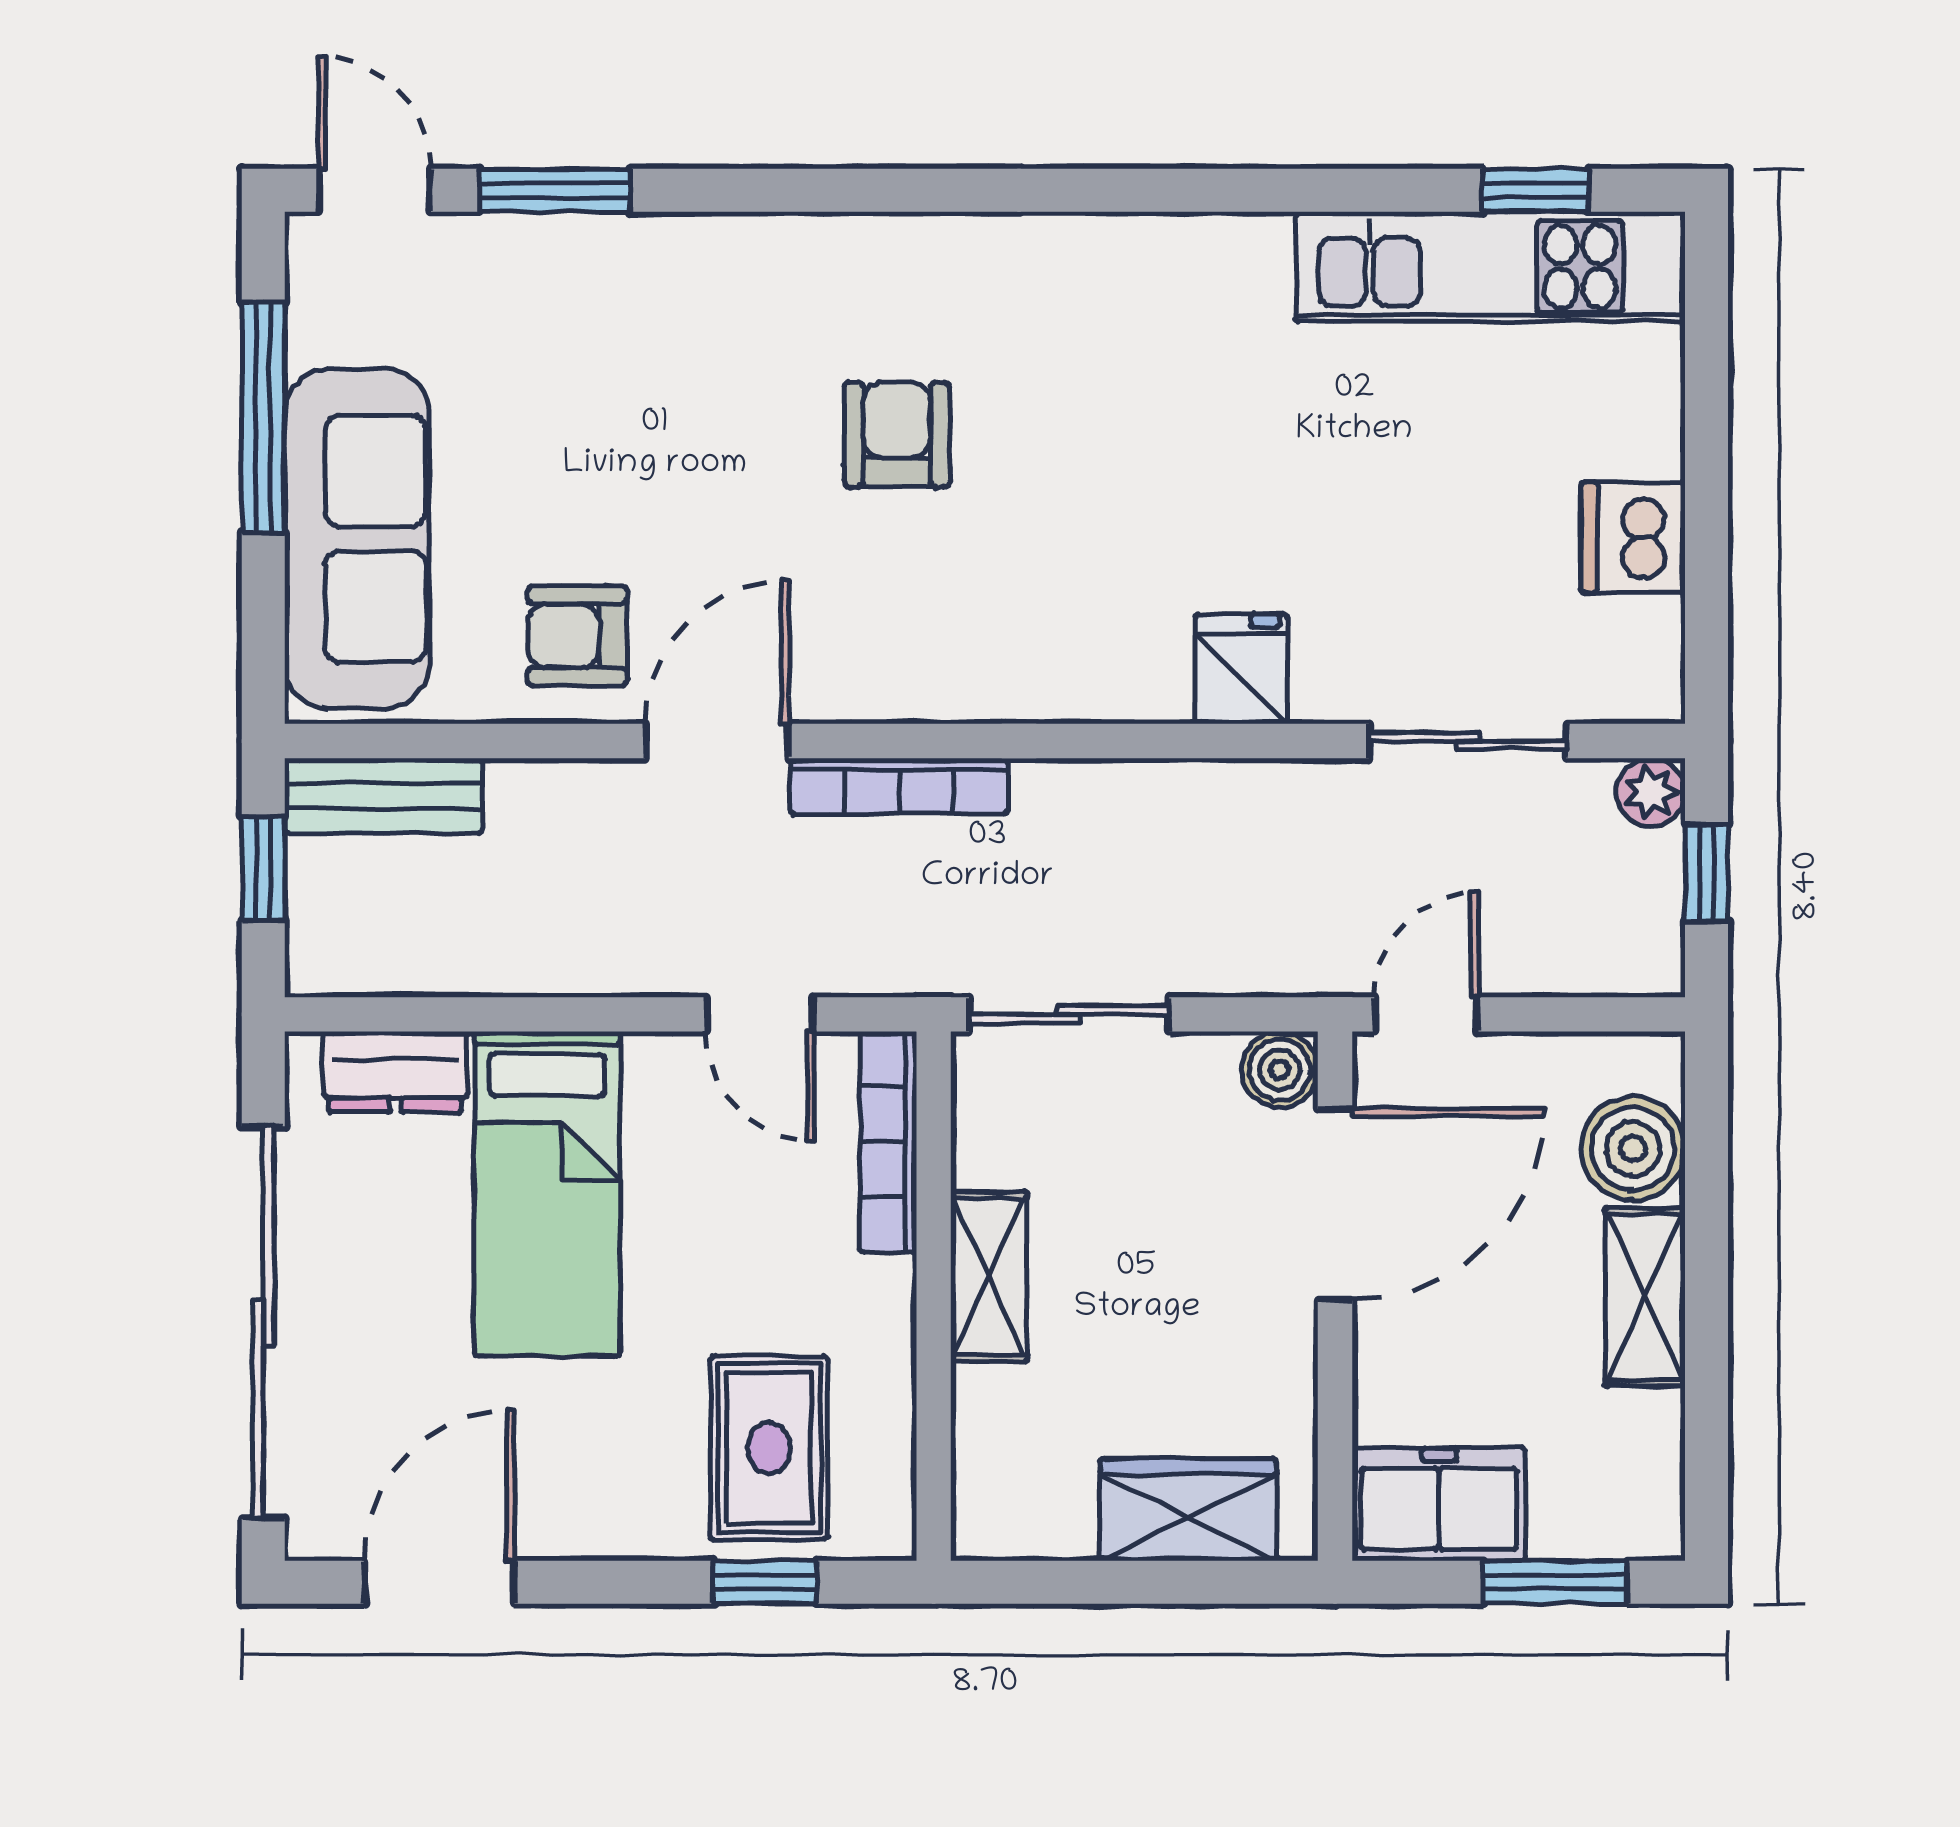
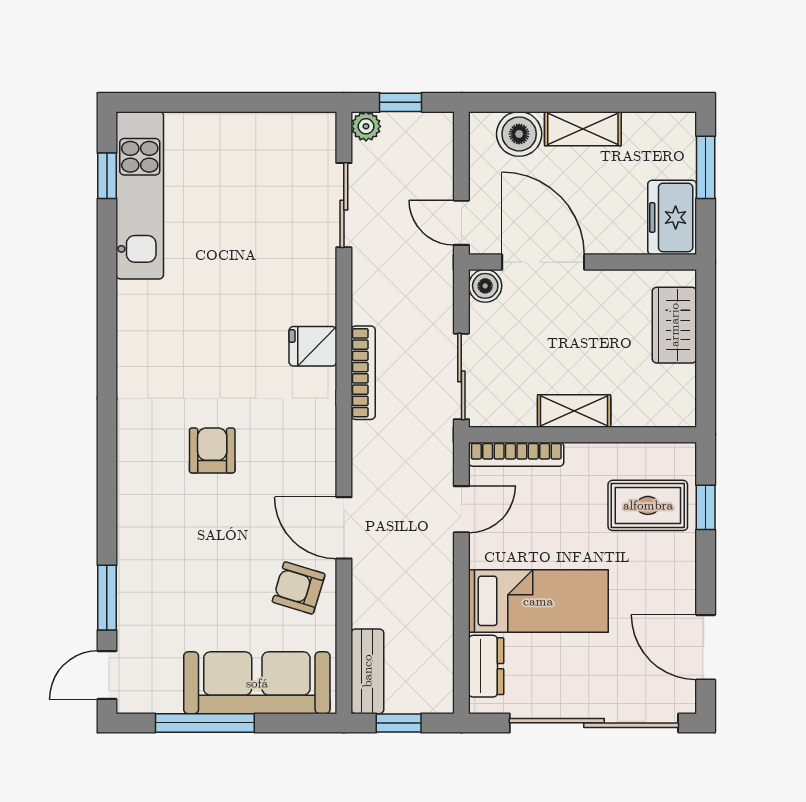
armchair: (897, 435) -> (212, 450), turned 90
dishwasher: (1633, 537) -> (256, 134), removed
armchair: (577, 636) -> (299, 588), turned 107
fridge: (1241, 669) -> (313, 346), moved
bookcase: (899, 786) -> (363, 373), moved

